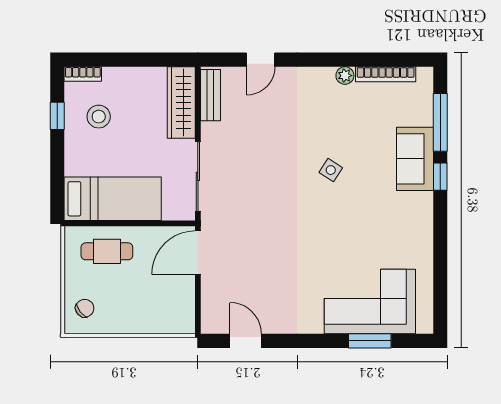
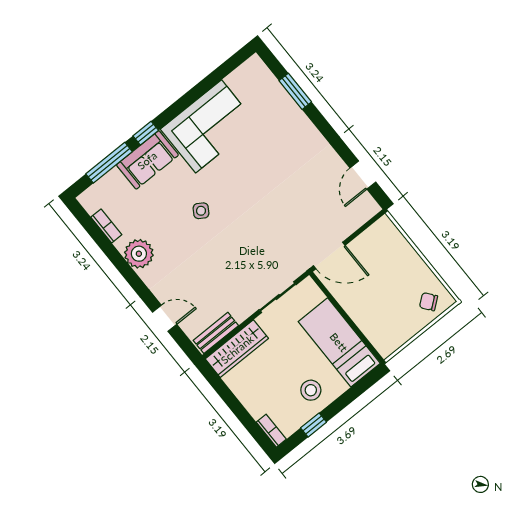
bookcase: (386, 74) -> (106, 226), width x0.64
plant: (345, 76) -> (139, 254), width x1.88, depth x1.88
stool: (99, 117) -> (311, 390), moved
sliding door: (198, 176) -> (278, 297), width x0.73
cafe table: (107, 251) -> (378, 318), removed
corner sofa: (370, 302) -> (209, 126), moved, turned -90

